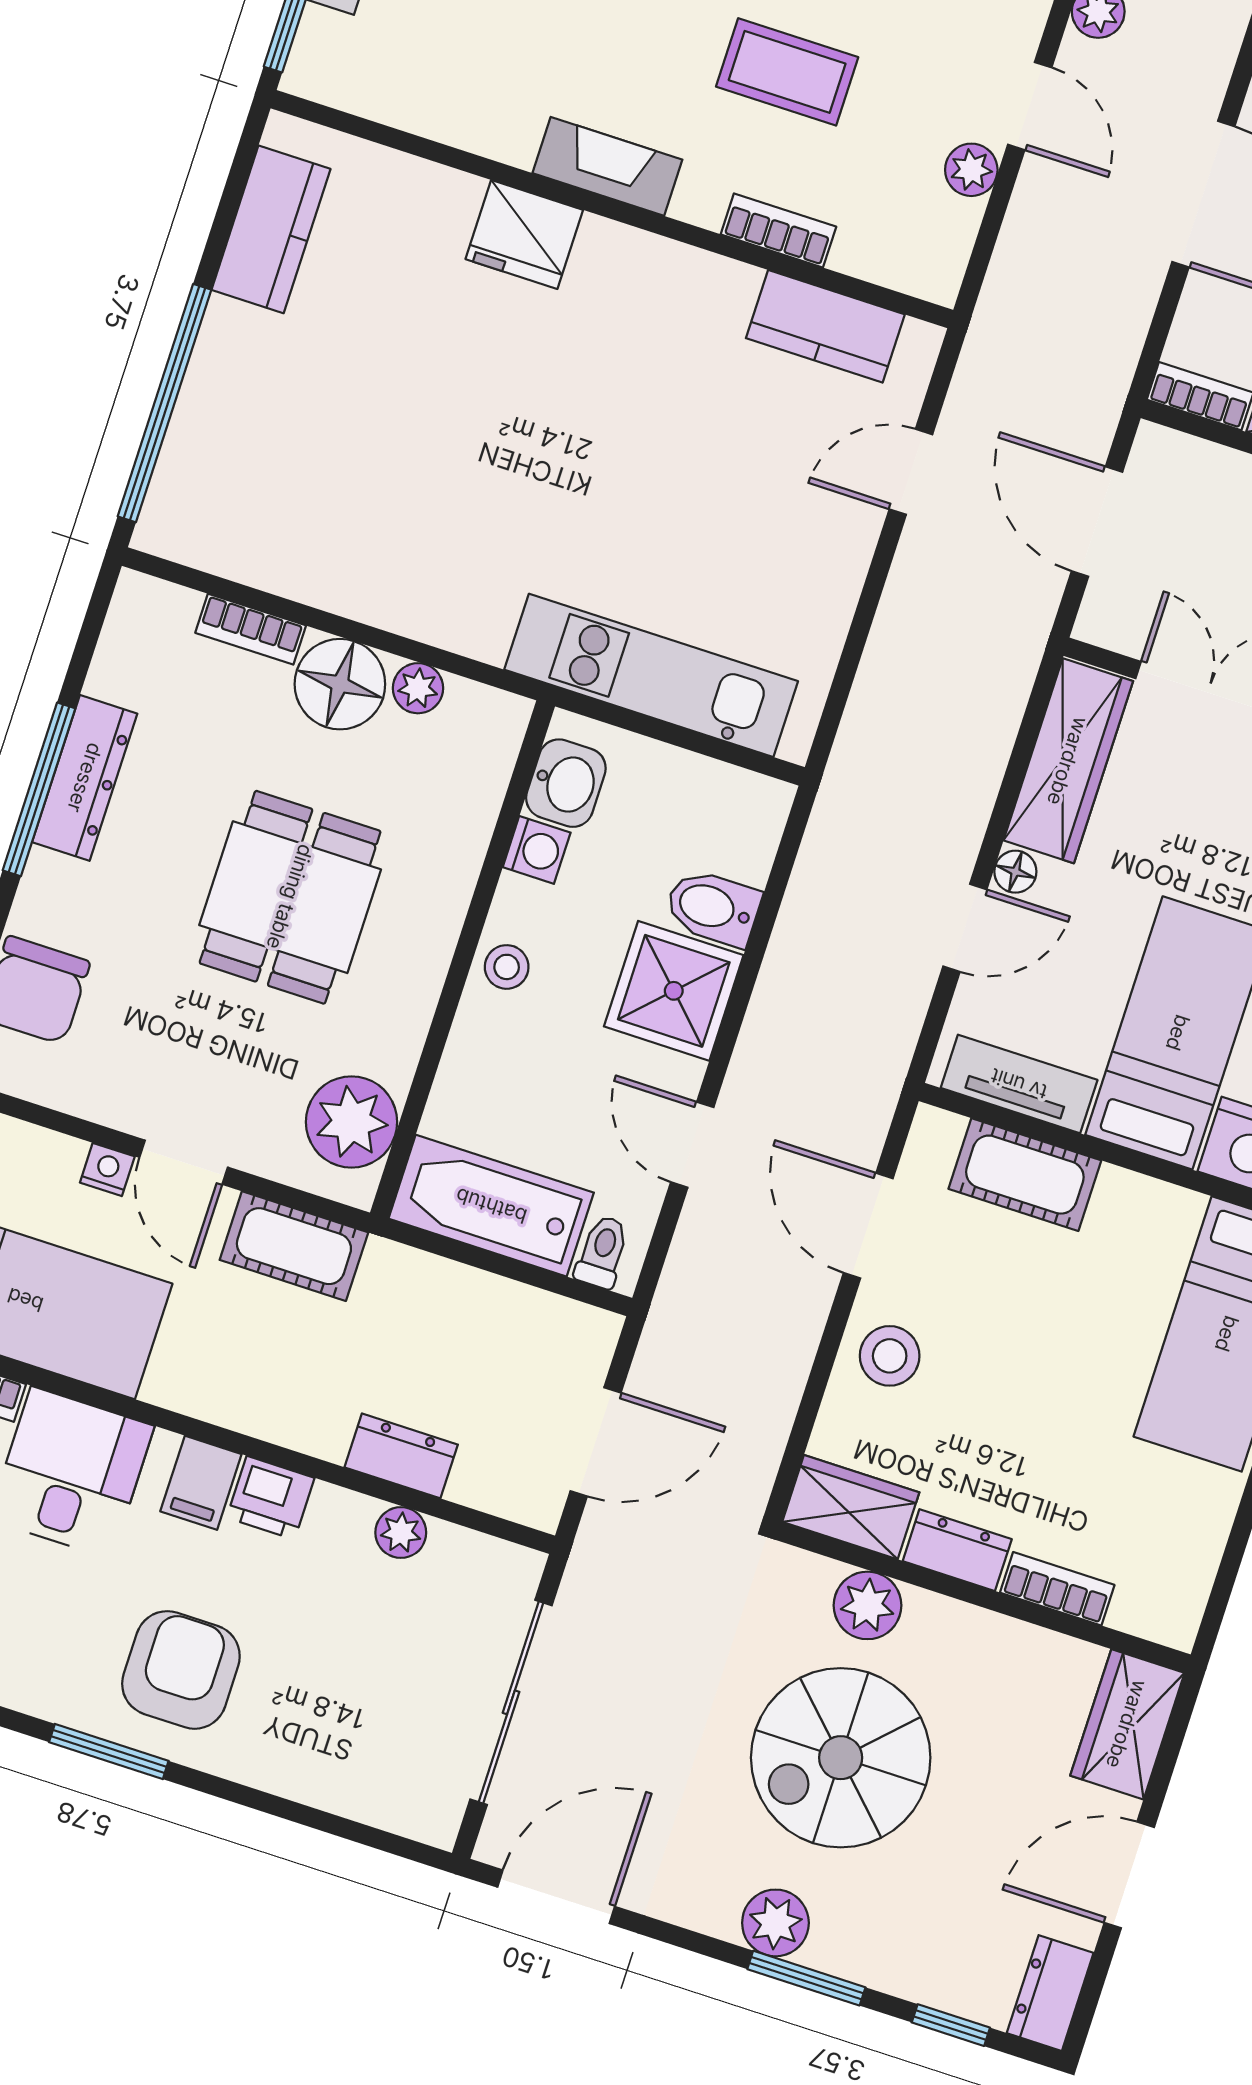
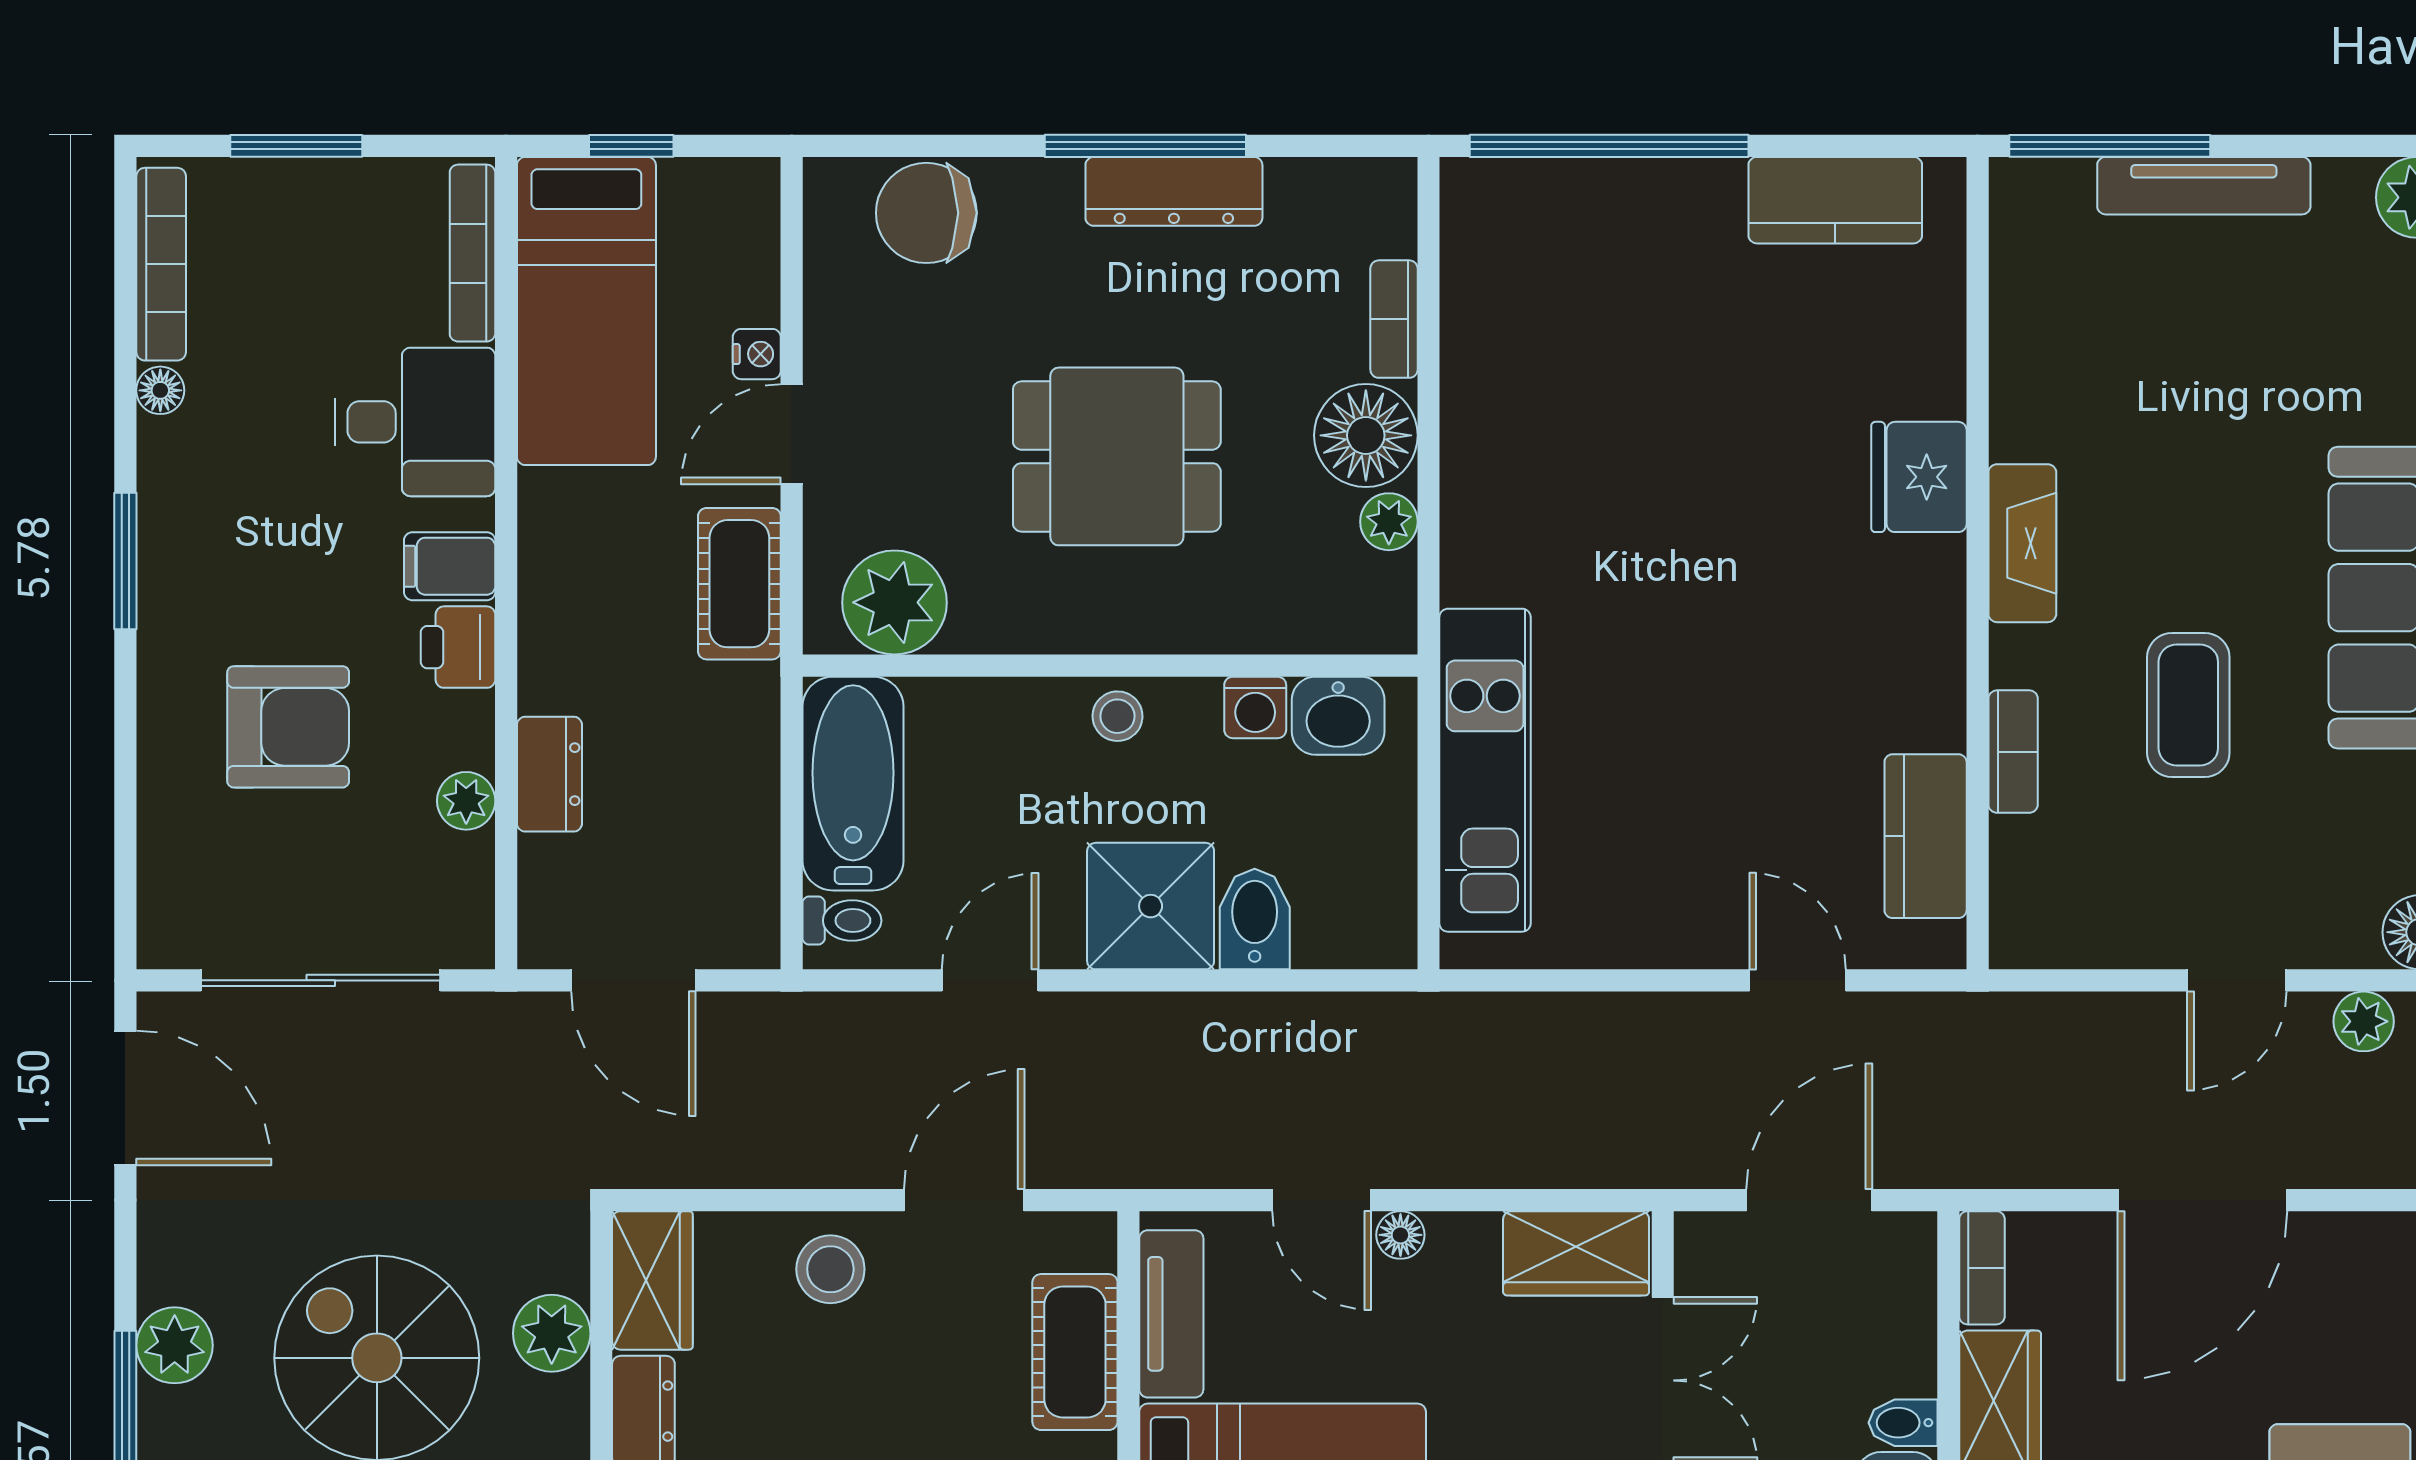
plant: (971, 170) -> (2147, 940), removed
wardrobe: (1068, 761) -> (1576, 1253), width x0.67
armchair: (181, 1670) -> (288, 727), moved

